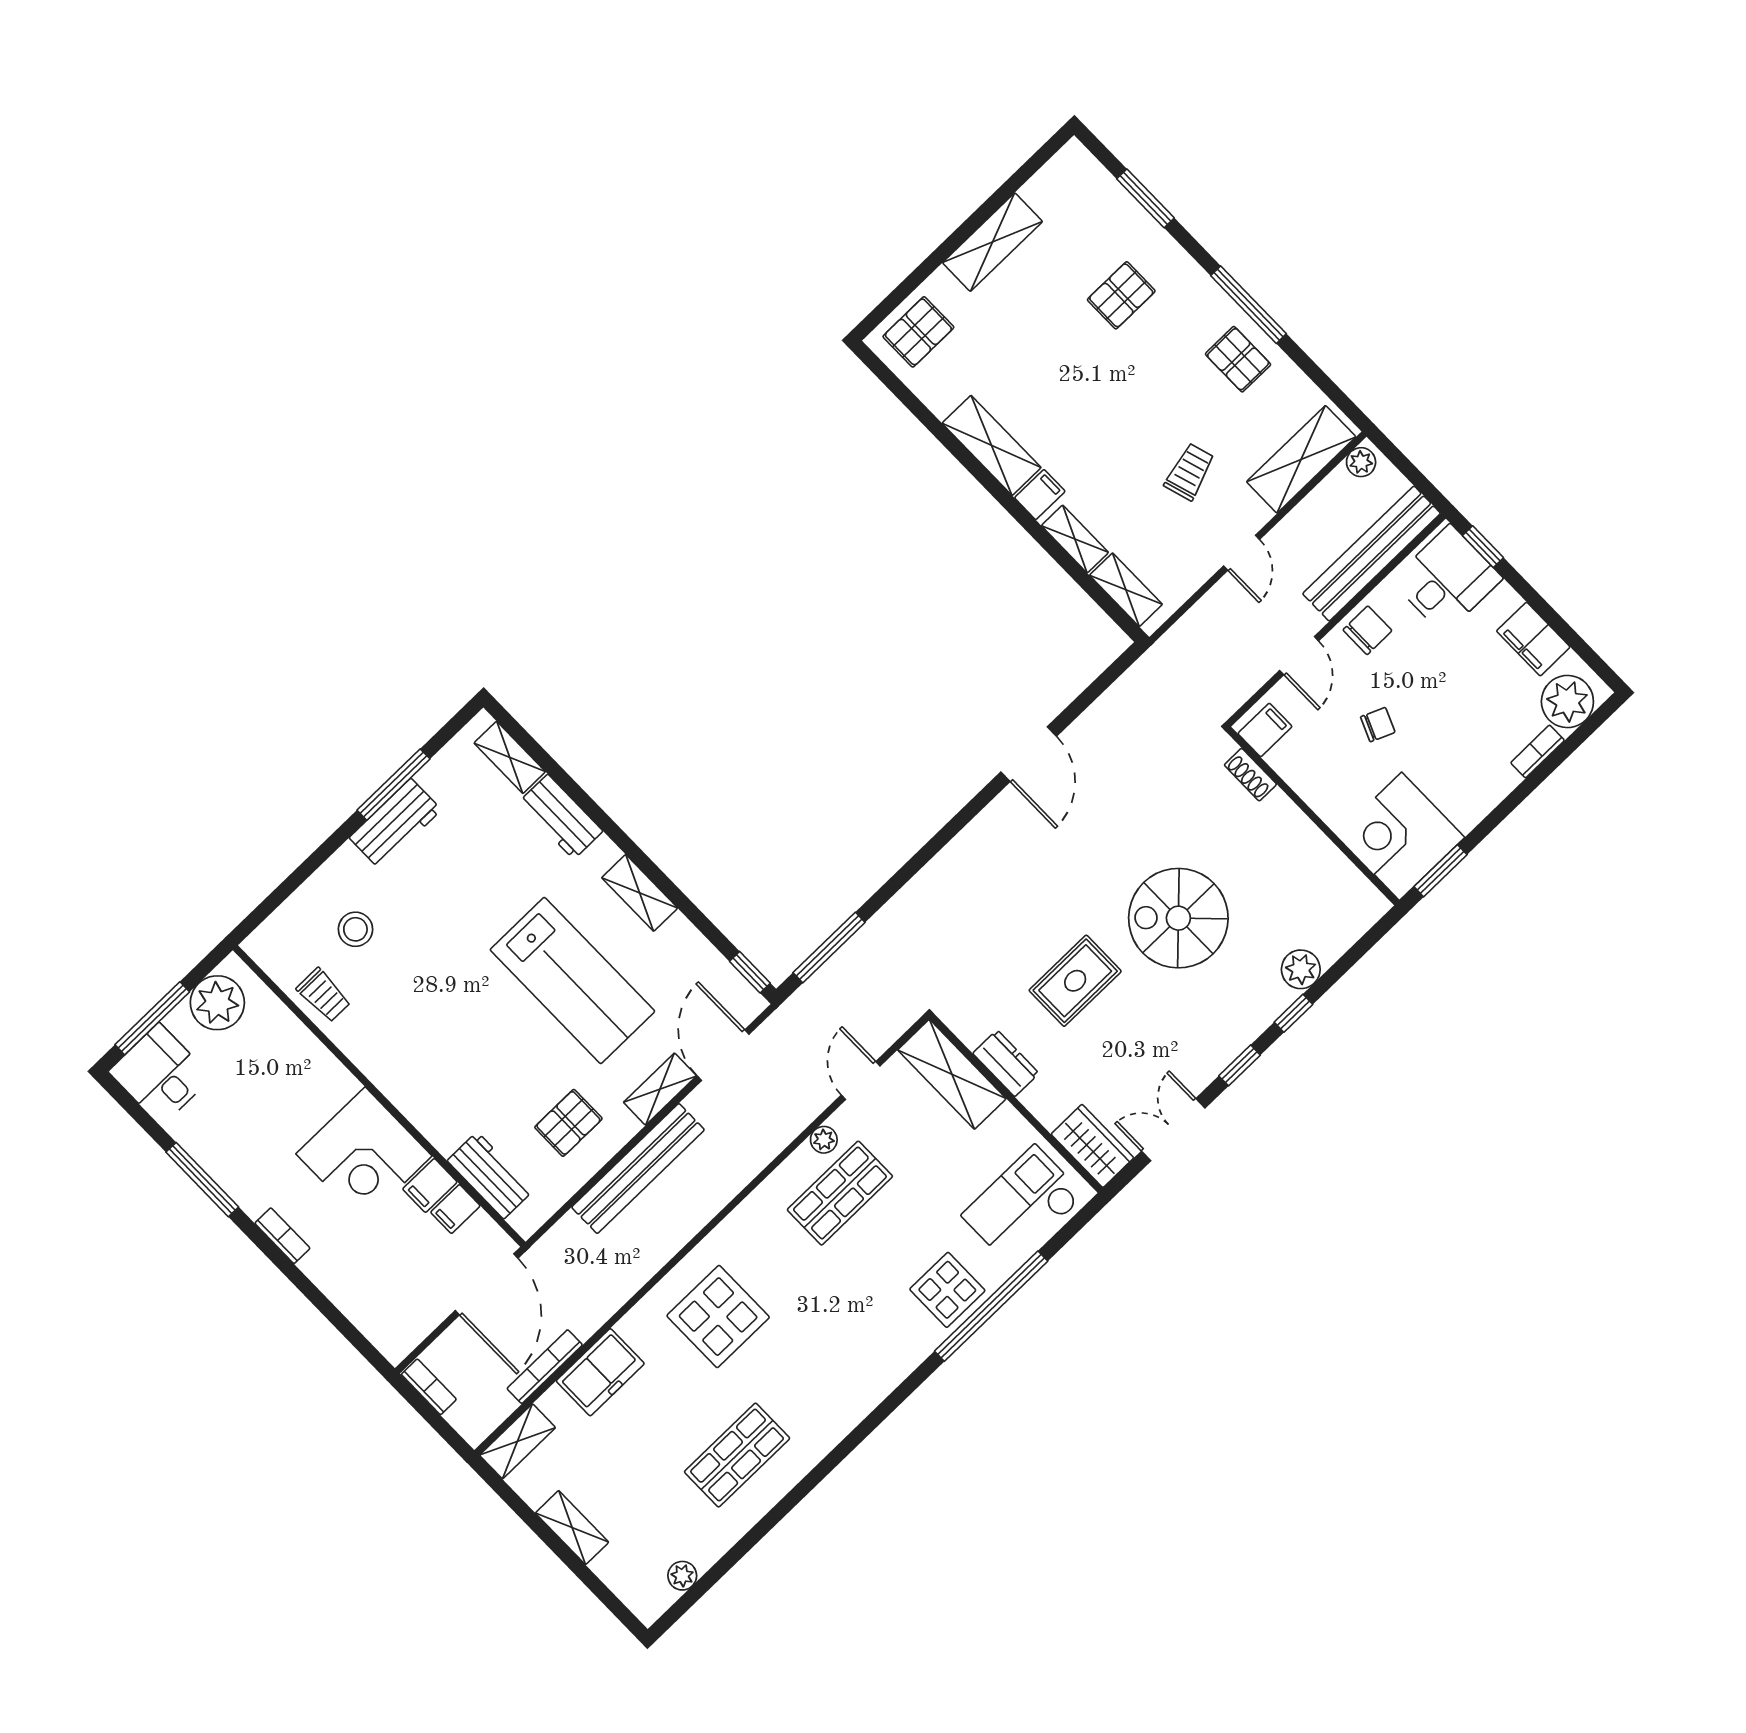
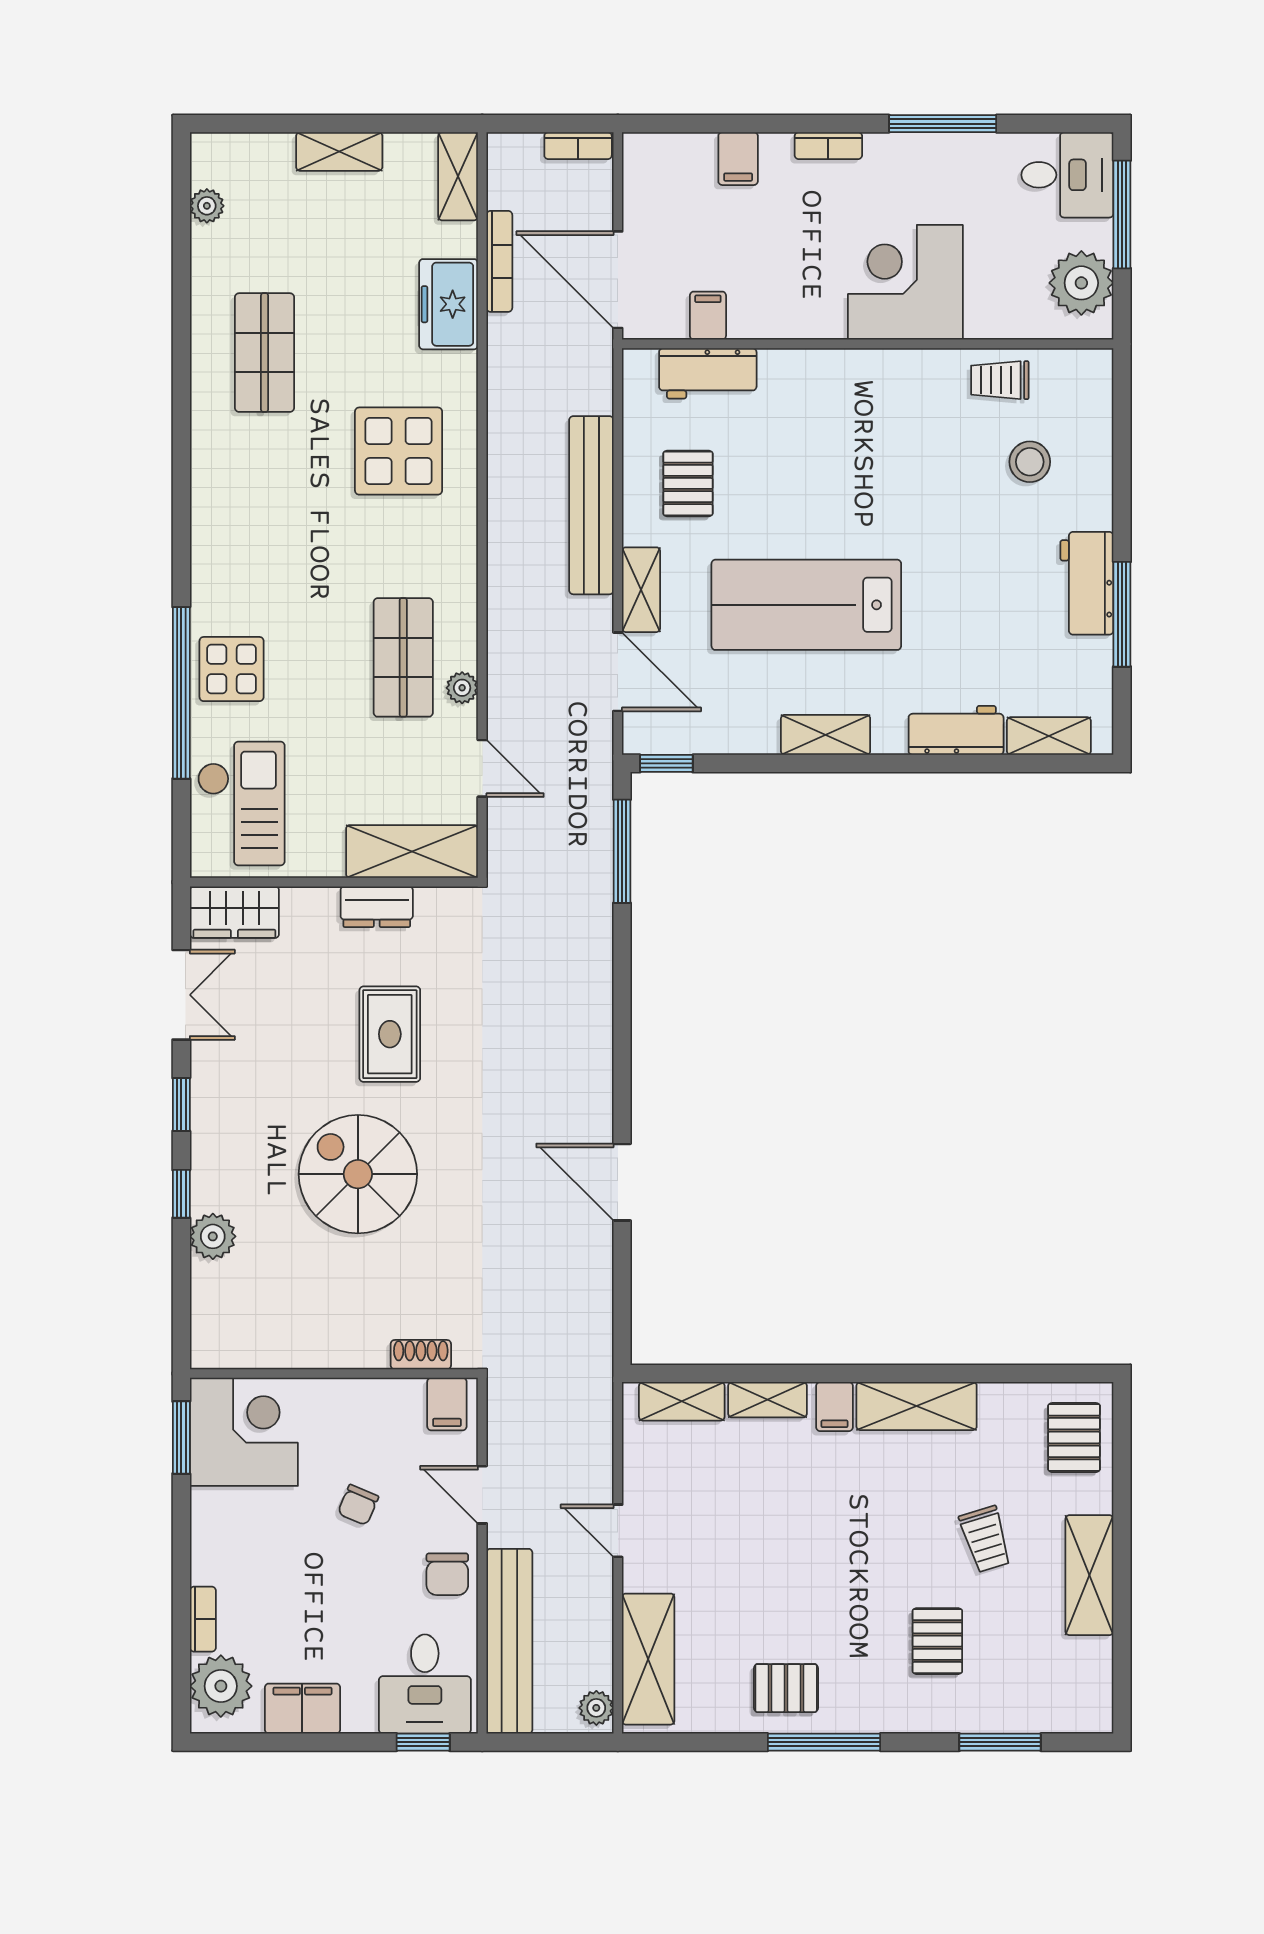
trolley: (1189, 472) -> (986, 1539), moved
spiral stairs: (1178, 918) -> (358, 1174), turned -90
corner desk: (364, 1155) -> (905, 282), moved
filing cabinet: (430, 1185) -> (738, 159), moved, turned 180

